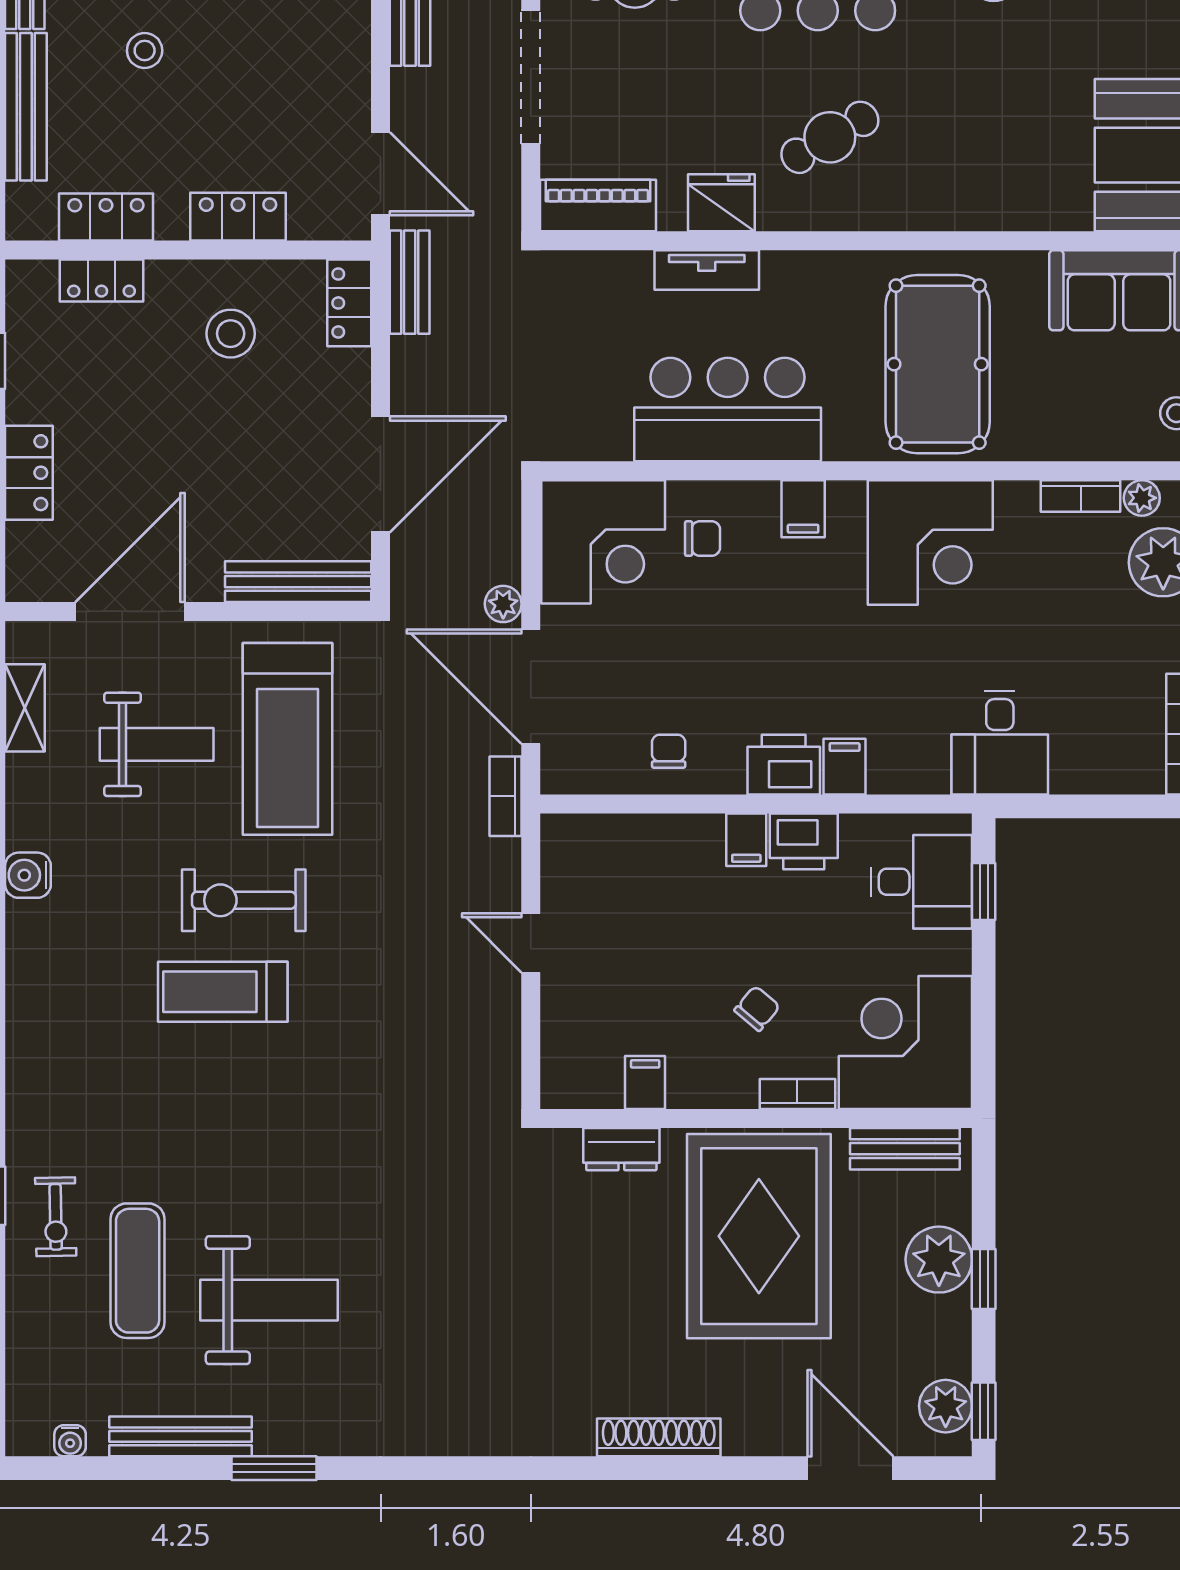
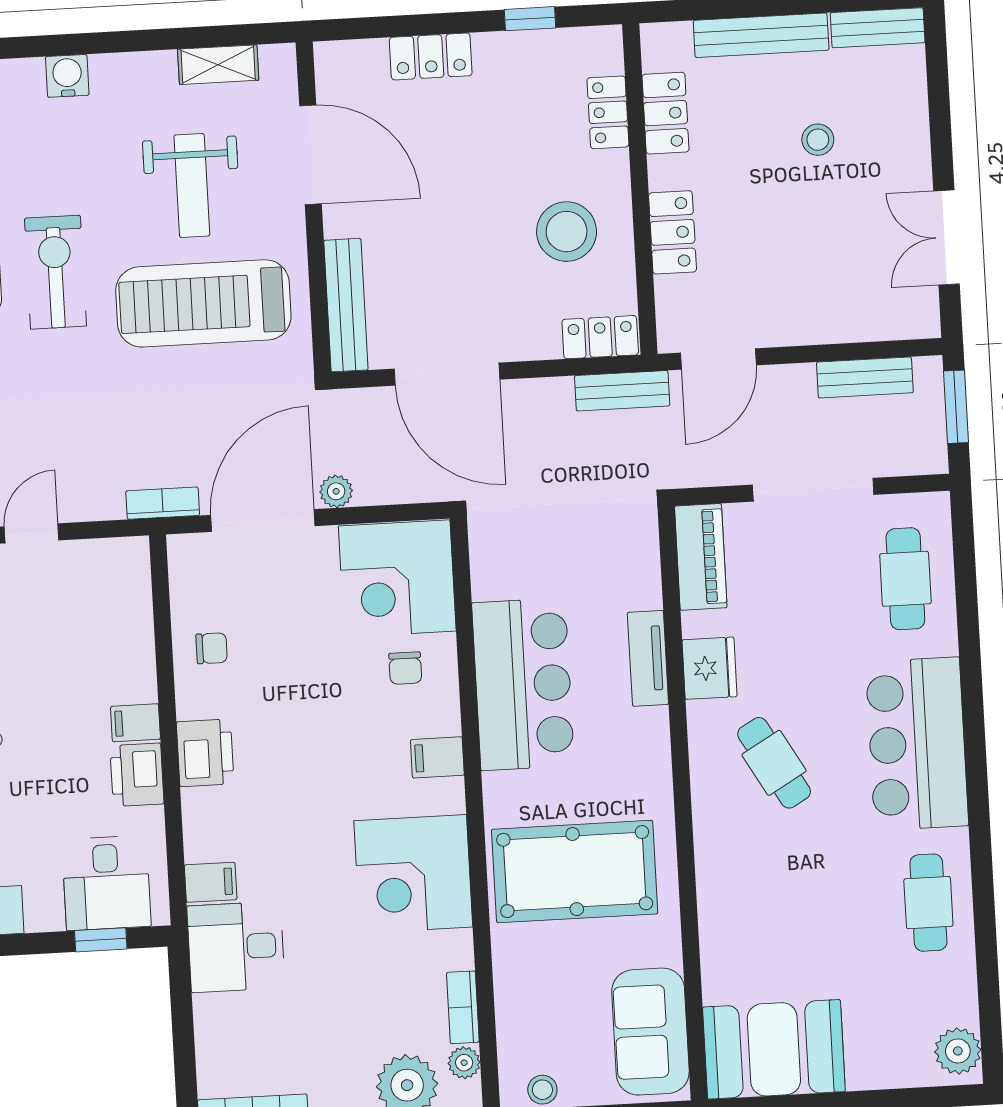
stool: (231, 334) -> (567, 232), width x1.38, depth x1.38
filing cabinet: (845, 767) -> (211, 882), moved

